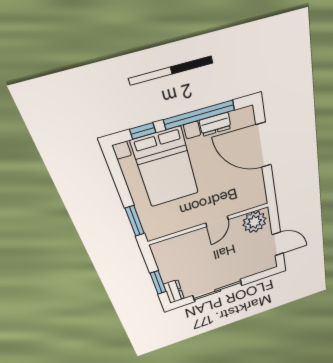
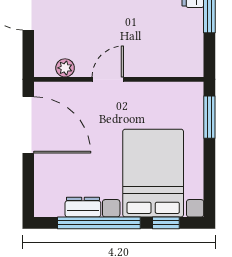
door: (264, 145) -> (28, 125), moved
plant: (254, 222) -> (65, 68), width x0.53, depth x0.53

